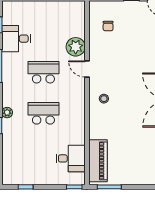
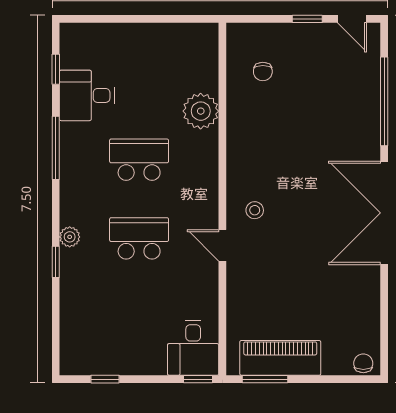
door: (87, 69) -> (222, 245), moved
desk: (71, 158) -> (193, 348), moved, turned 90
piano: (98, 161) -> (280, 358), moved, turned -90

